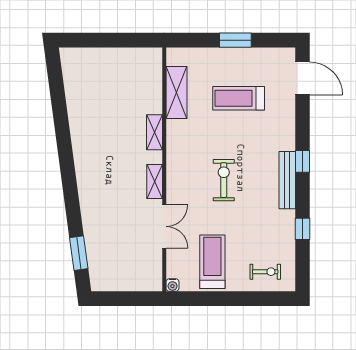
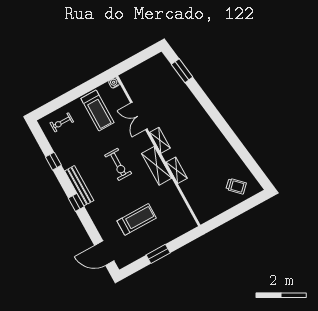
trolley: (91, 71) -> (236, 186), added
shelving: (176, 92) -> (157, 166), moved

